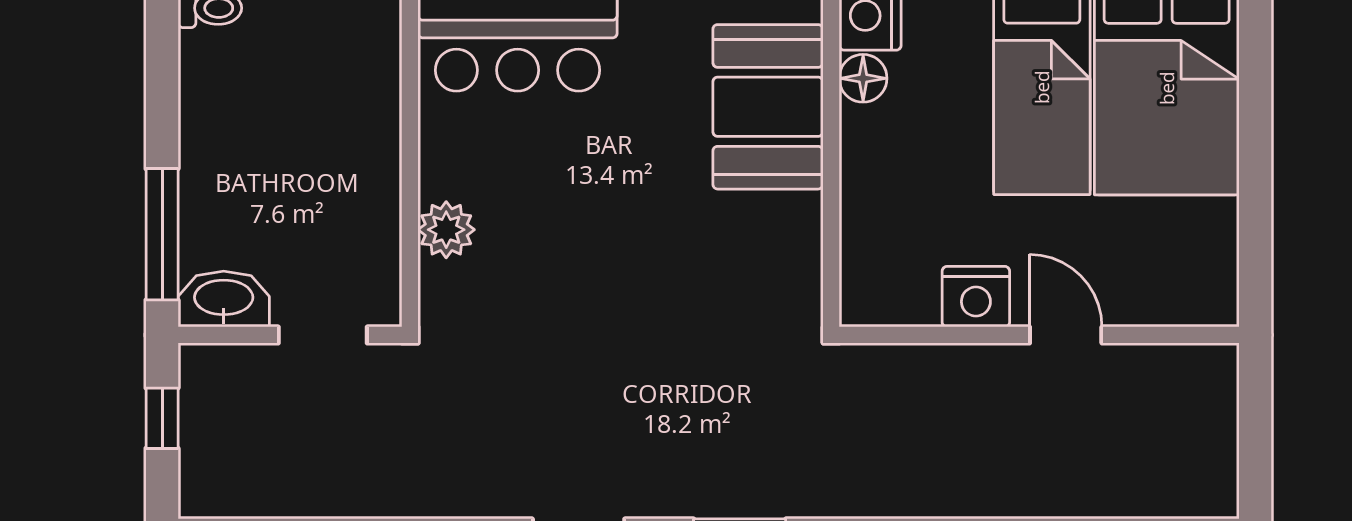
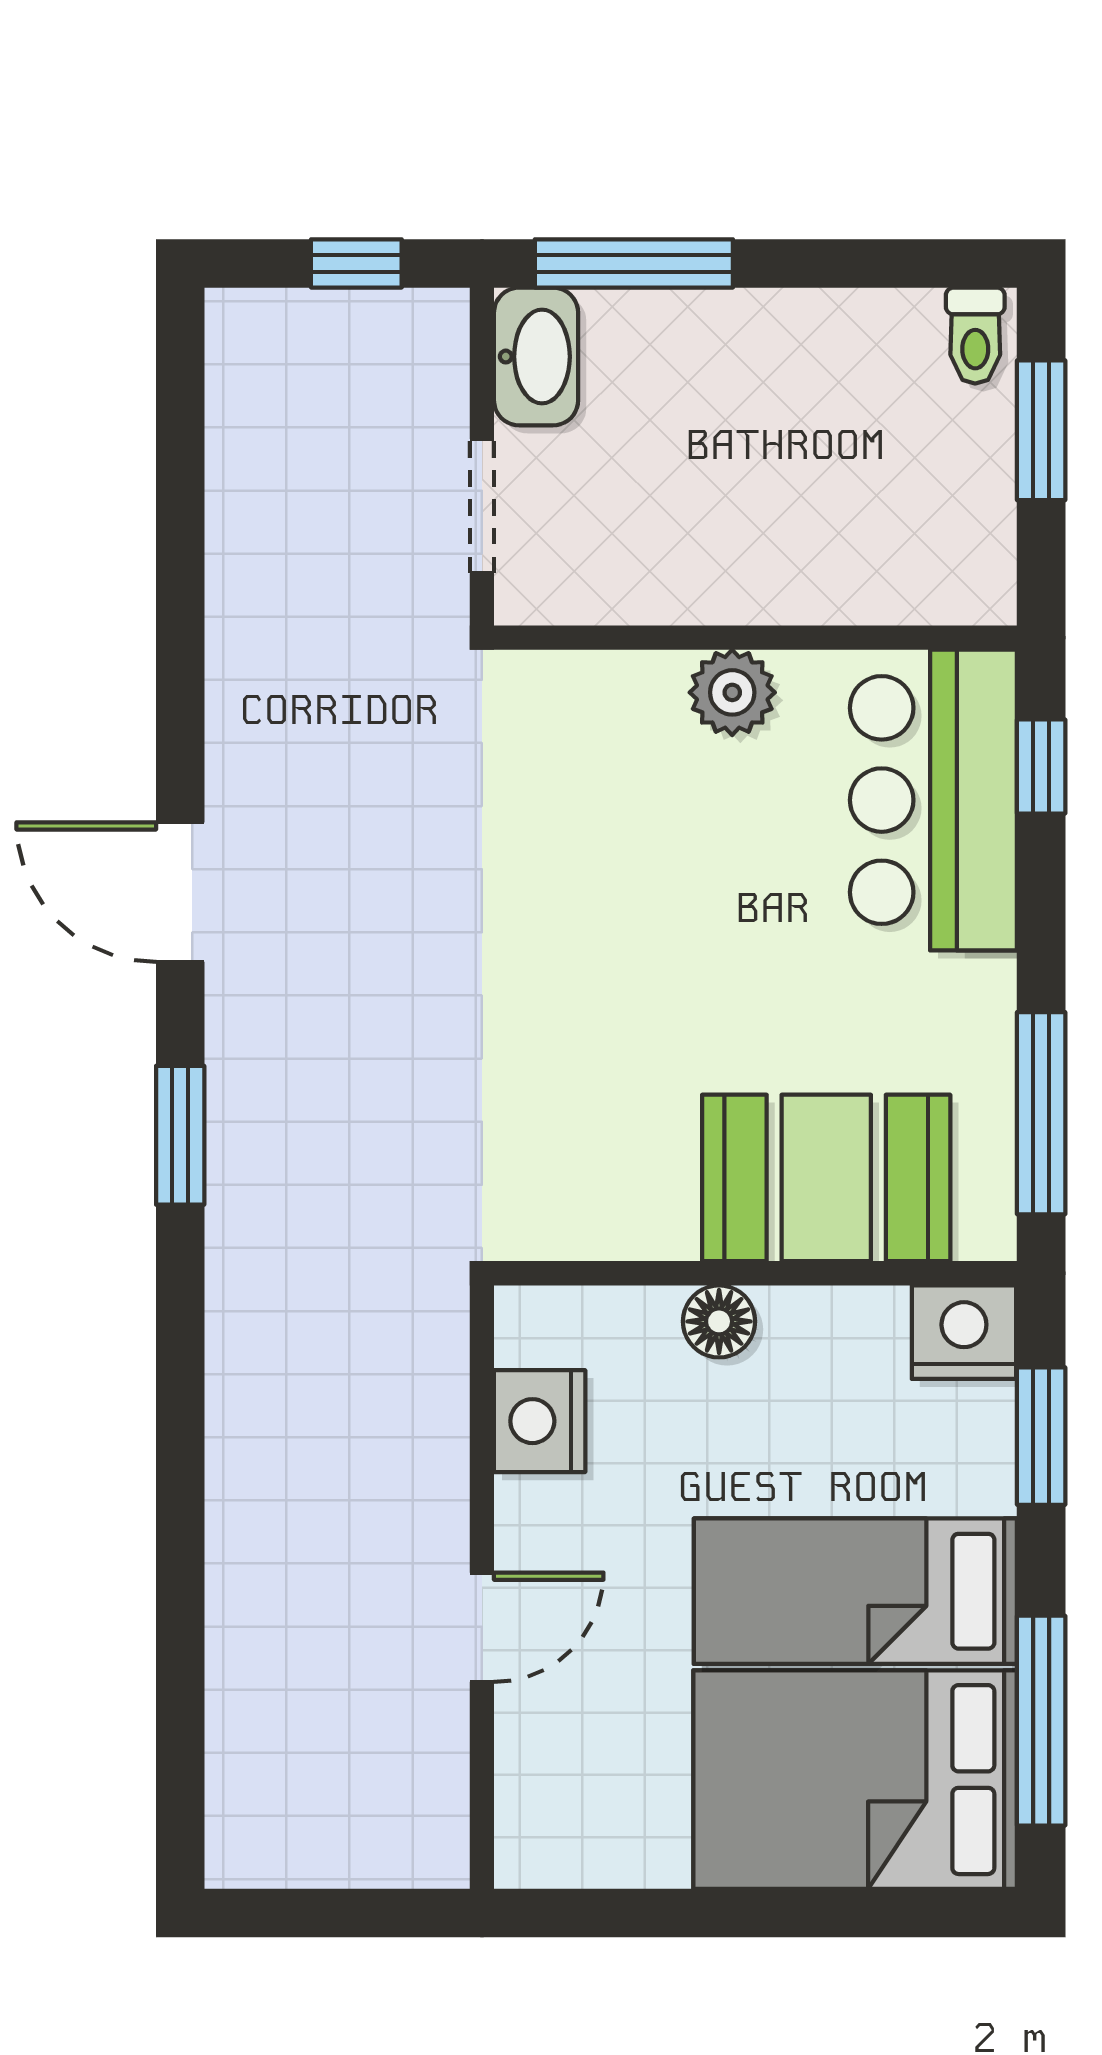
floor lamp: (863, 78) -> (719, 1321), moved
plant: (446, 230) -> (732, 692), moved
nightstand: (976, 297) -> (540, 1421), moved

